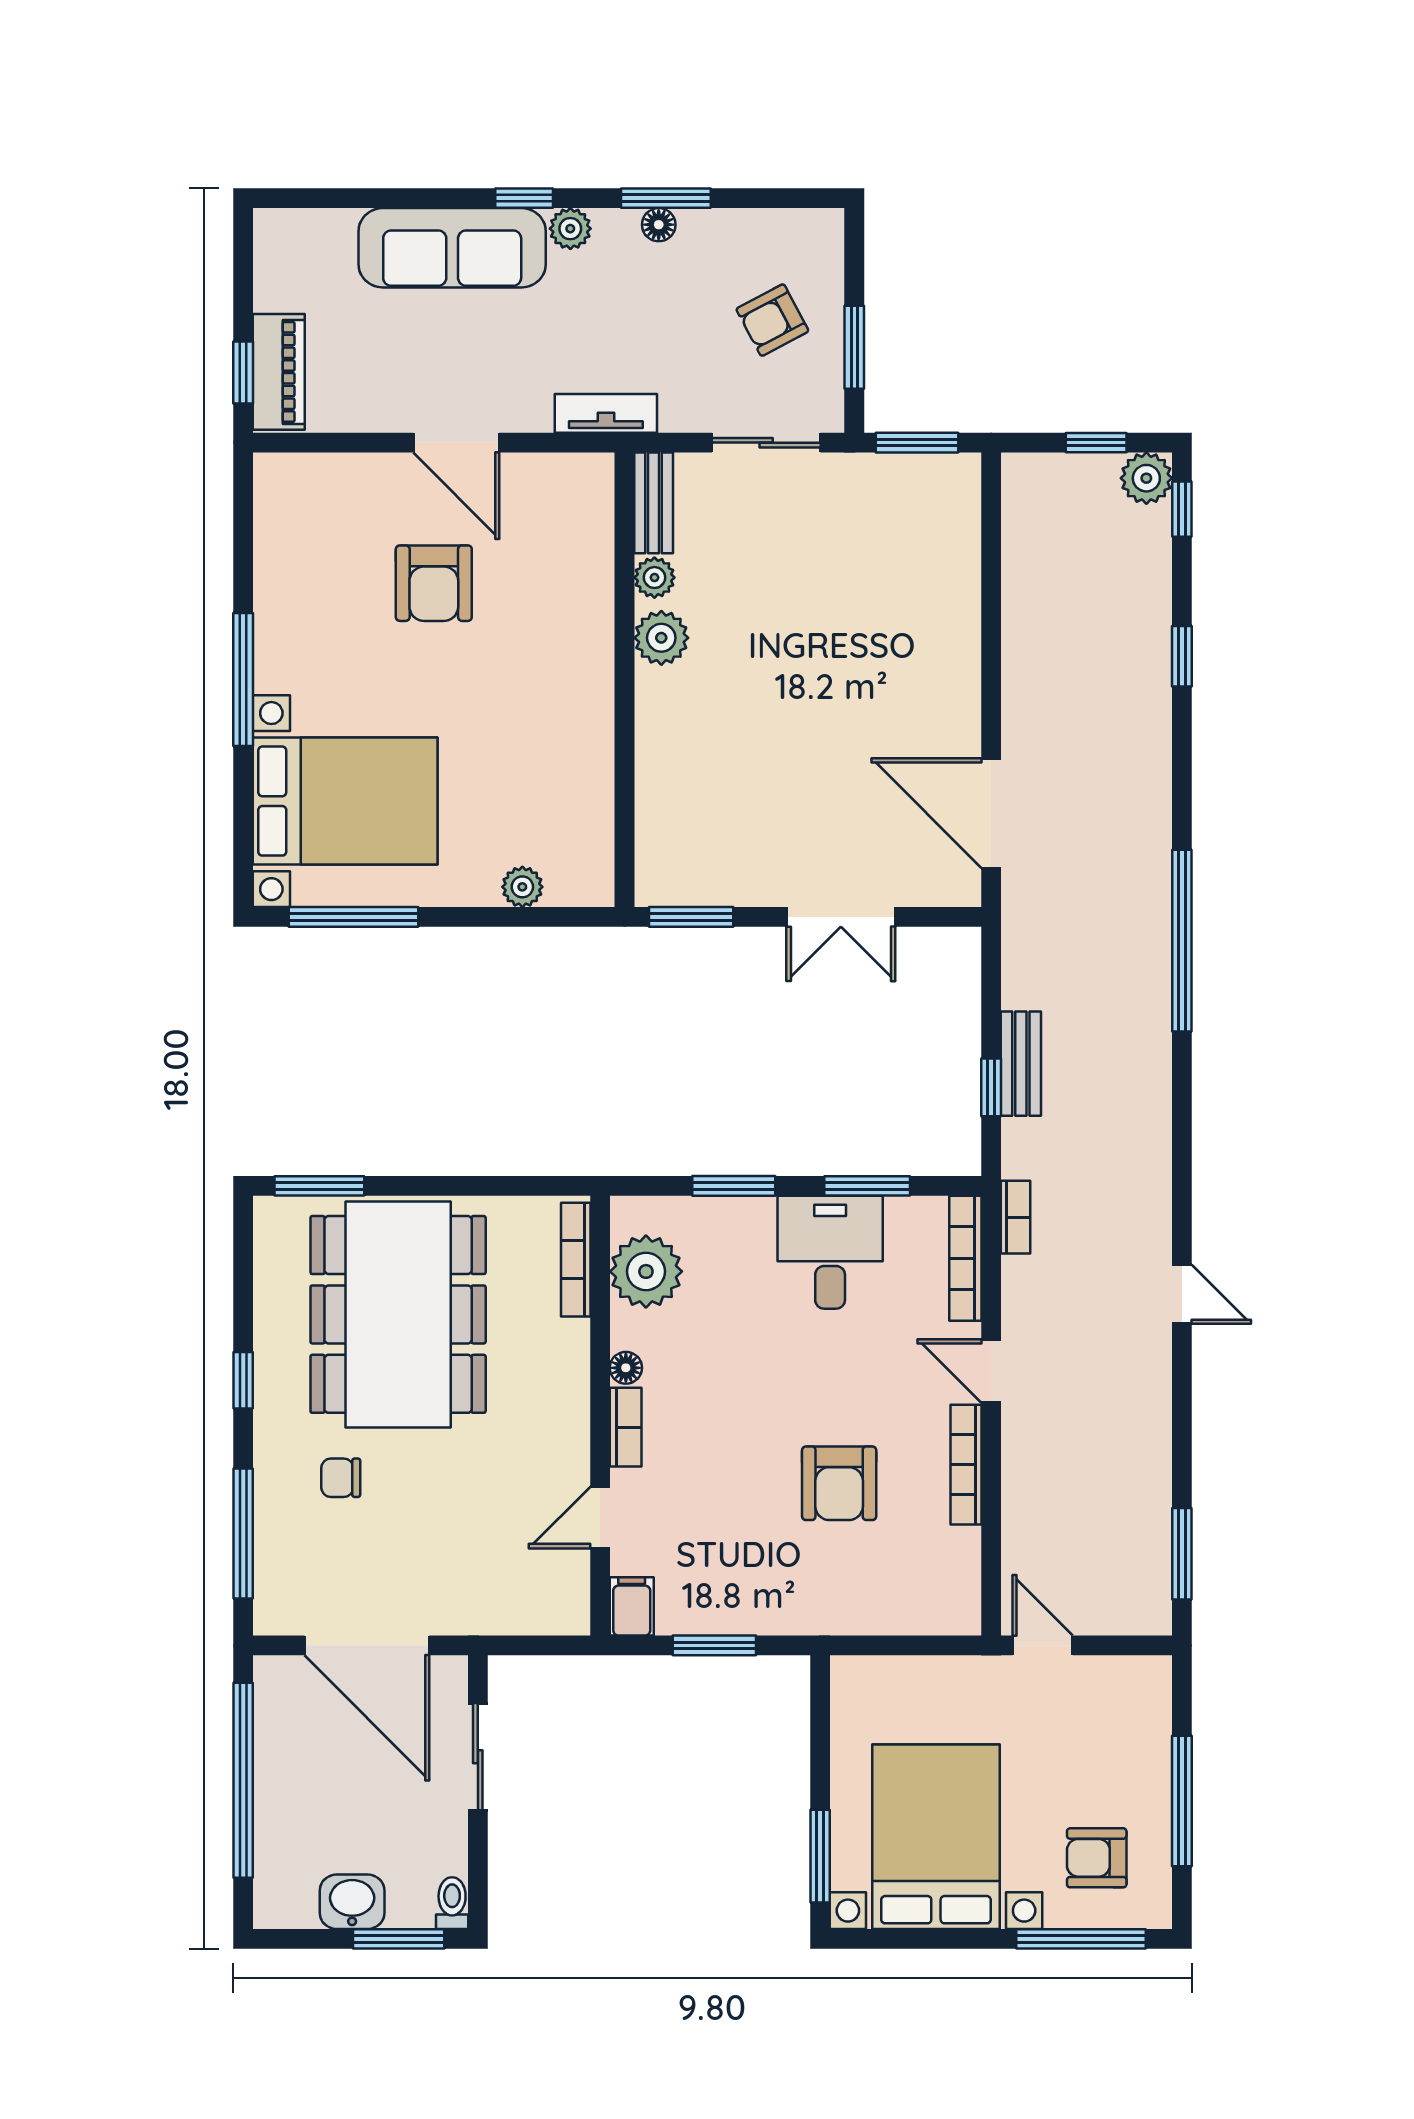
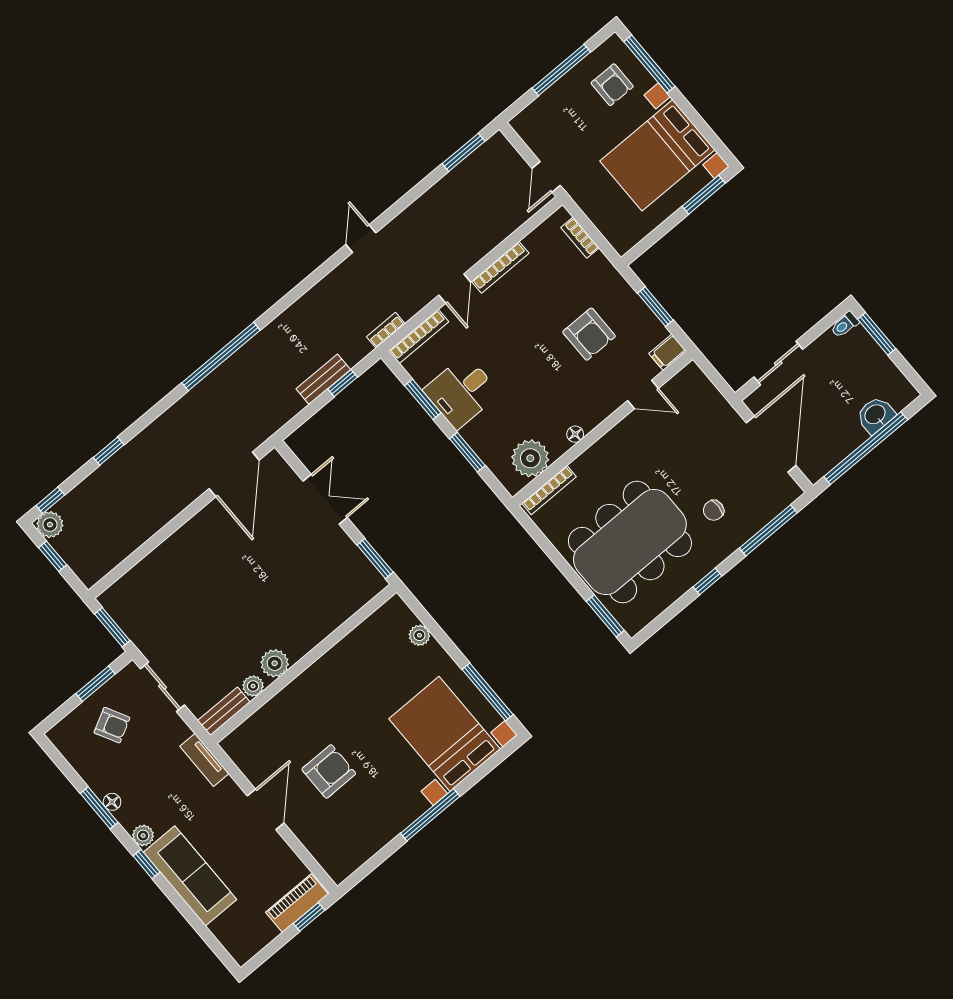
bookcase: (626, 1427) -> (580, 238), moved, turned -90
chair: (341, 1478) -> (714, 510), turned 93
armchair: (839, 1483) -> (589, 334), moved, turned 90
washbasin: (352, 1902) -> (875, 415), moved, turned 90

